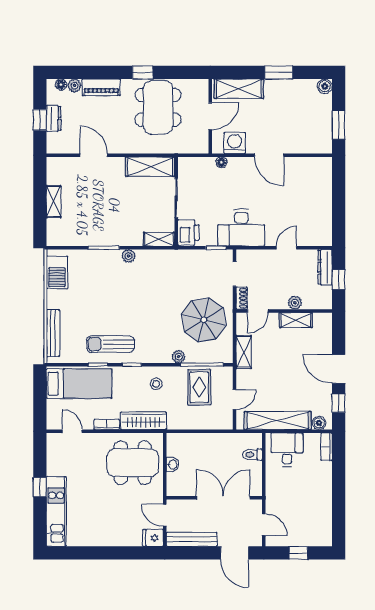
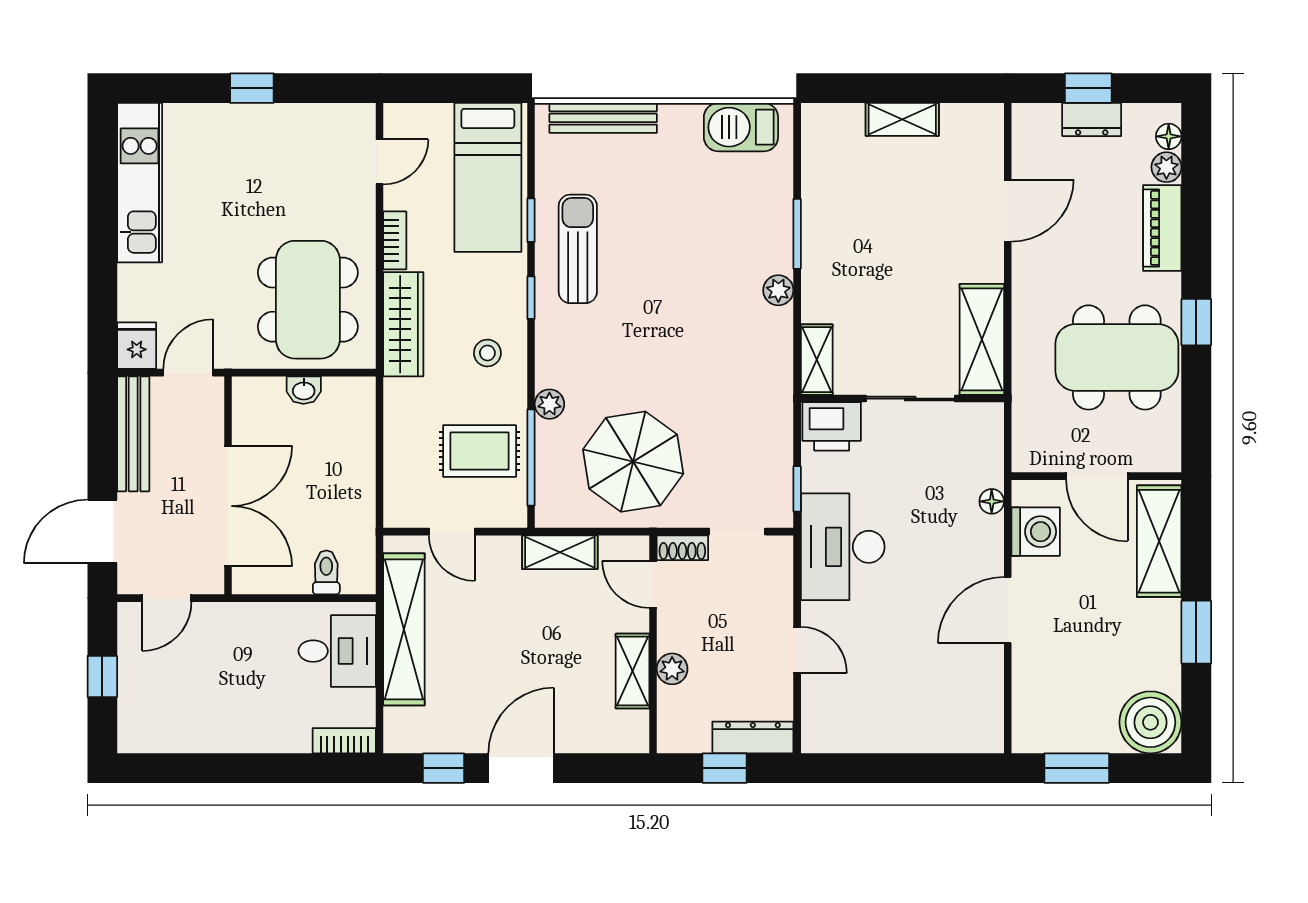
boiler: (325, 86) -> (1150, 722), width x1.86, depth x1.86
boiler: (319, 423) -> (399, 724), removed
kitchen unit: (56, 511) -> (140, 183), moved, turned -90

